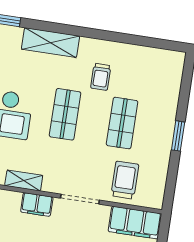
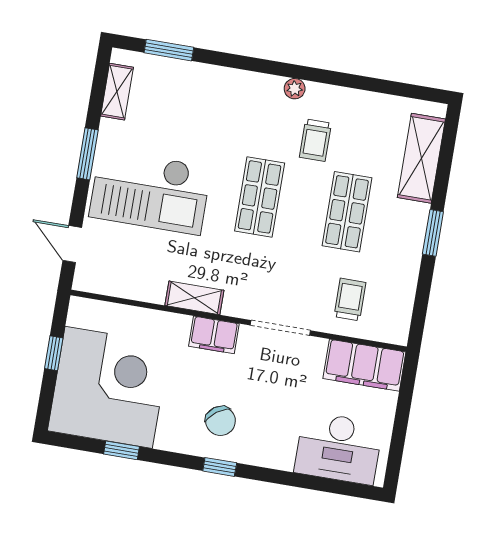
shelving: (50, 43) -> (421, 158), moved, turned 90
plant: (87, 44) -> (295, 89), added
trolley: (125, 180) -> (350, 300), width x0.73, depth x0.72

